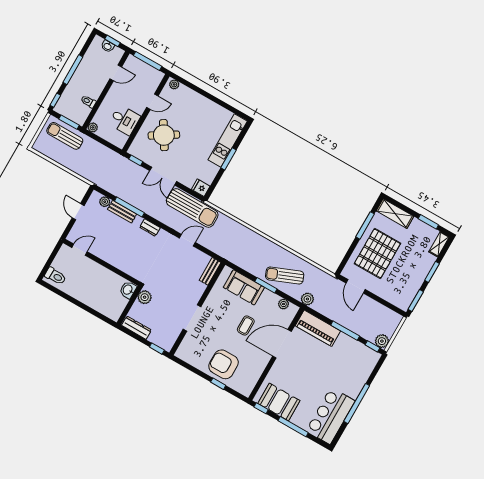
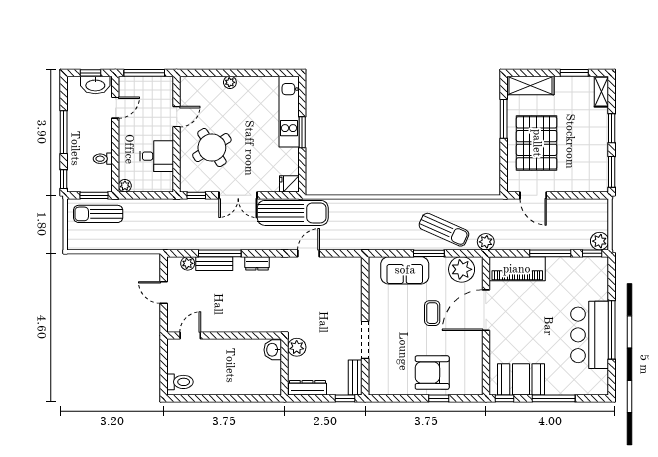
washbasin: (108, 46) -> (95, 85), width x1.91, depth x1.45
plant: (174, 84) -> (230, 82), moved
bench: (210, 271) -> (355, 378), moved
sun lounger: (285, 275) -> (444, 230), turned -134
plant: (284, 304) -> (462, 269), width x1.87, depth x1.87
bar counter: (331, 416) -> (590, 335), moved

